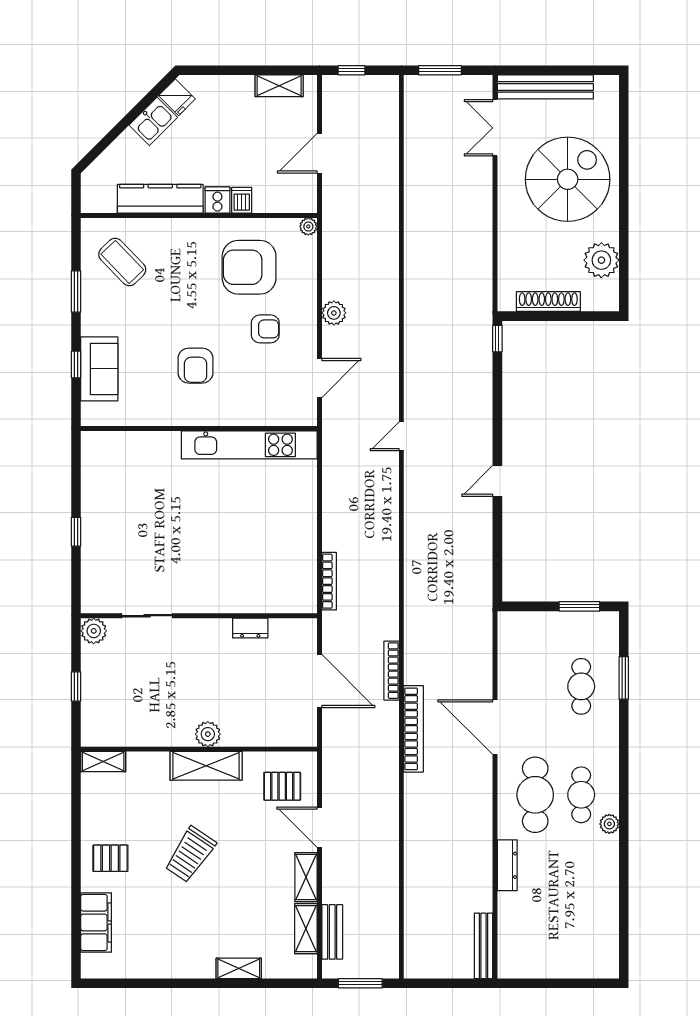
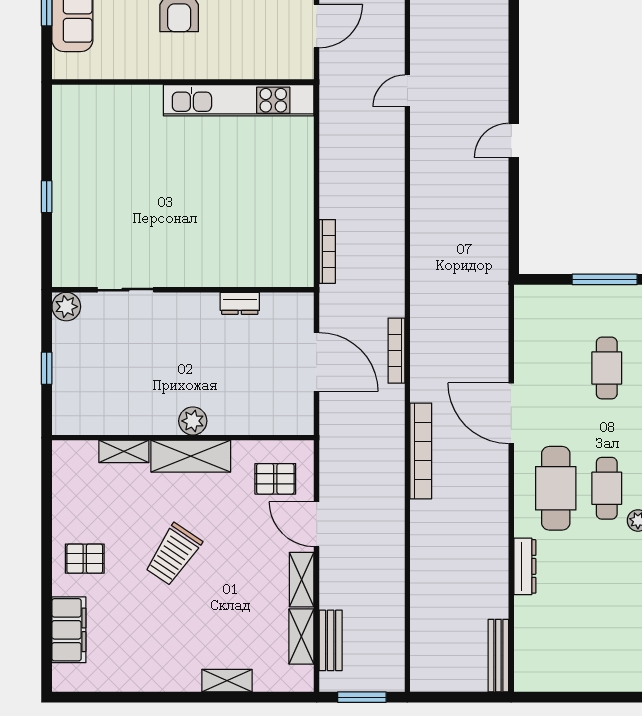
window: (579, 606) -> (605, 279), width x1.44
bookcase: (413, 729) -> (421, 451), moved
shelving: (103, 762) -> (124, 451), moved

